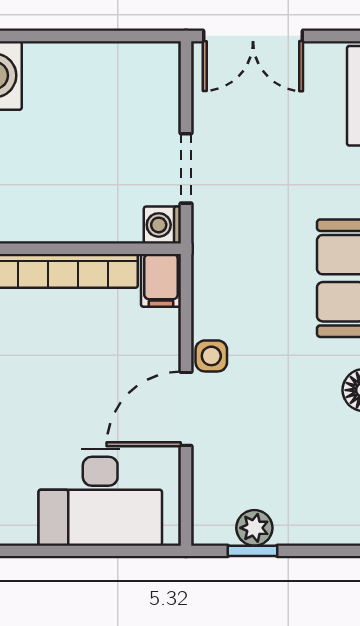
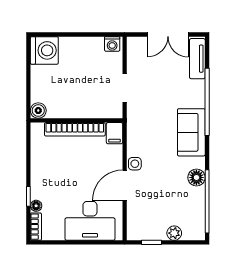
double door: (253, 36) -> (168, 34), moved
washing machine: (162, 225) -> (112, 44), moved, turned -90
plant: (254, 528) -> (174, 233), moved

